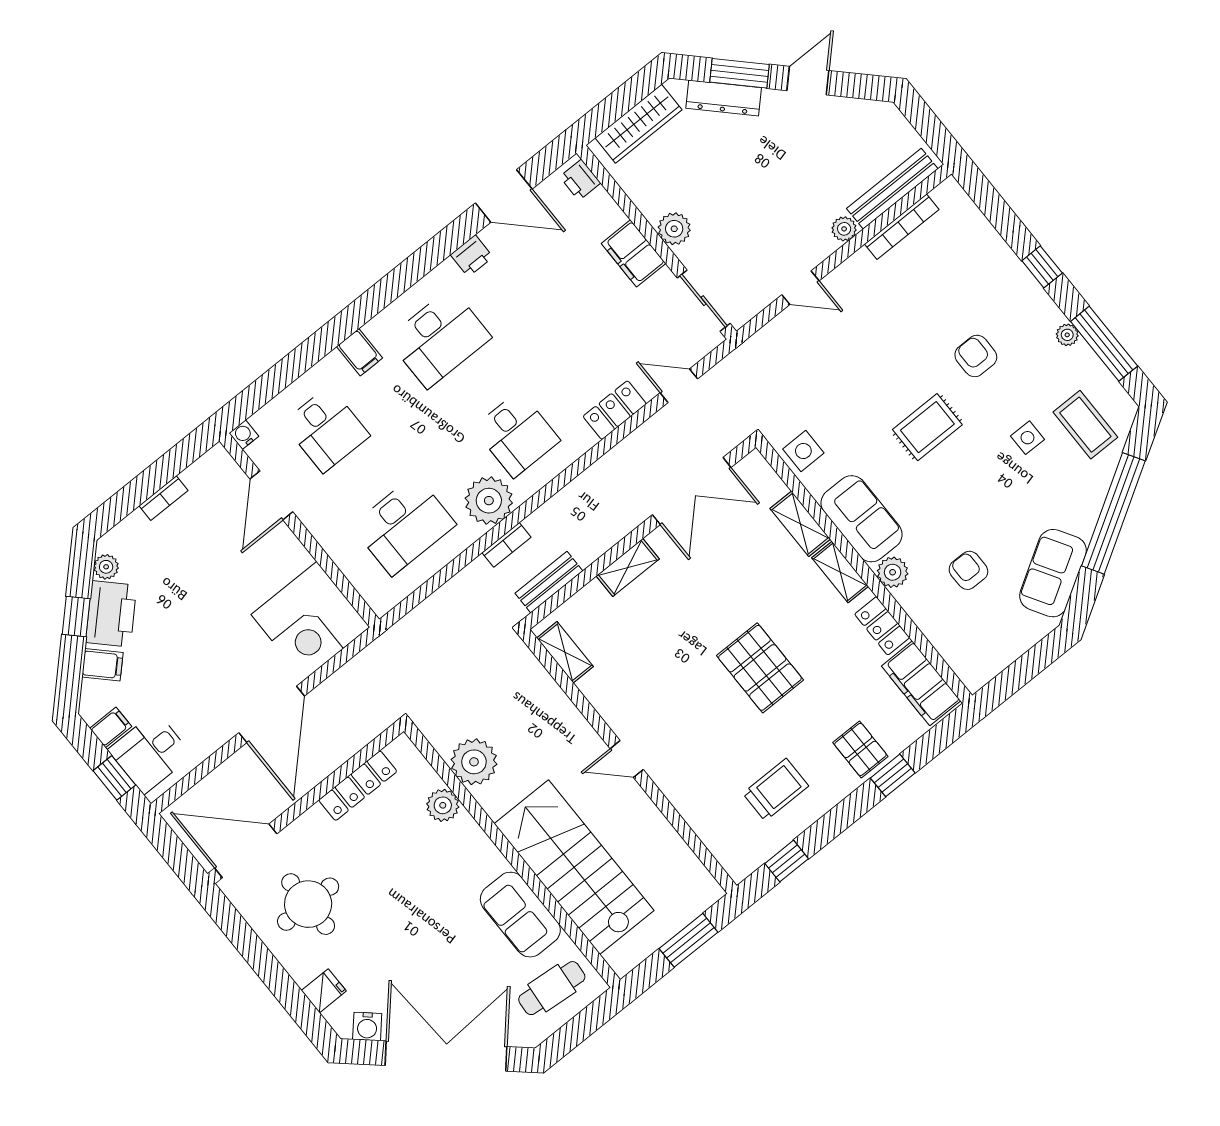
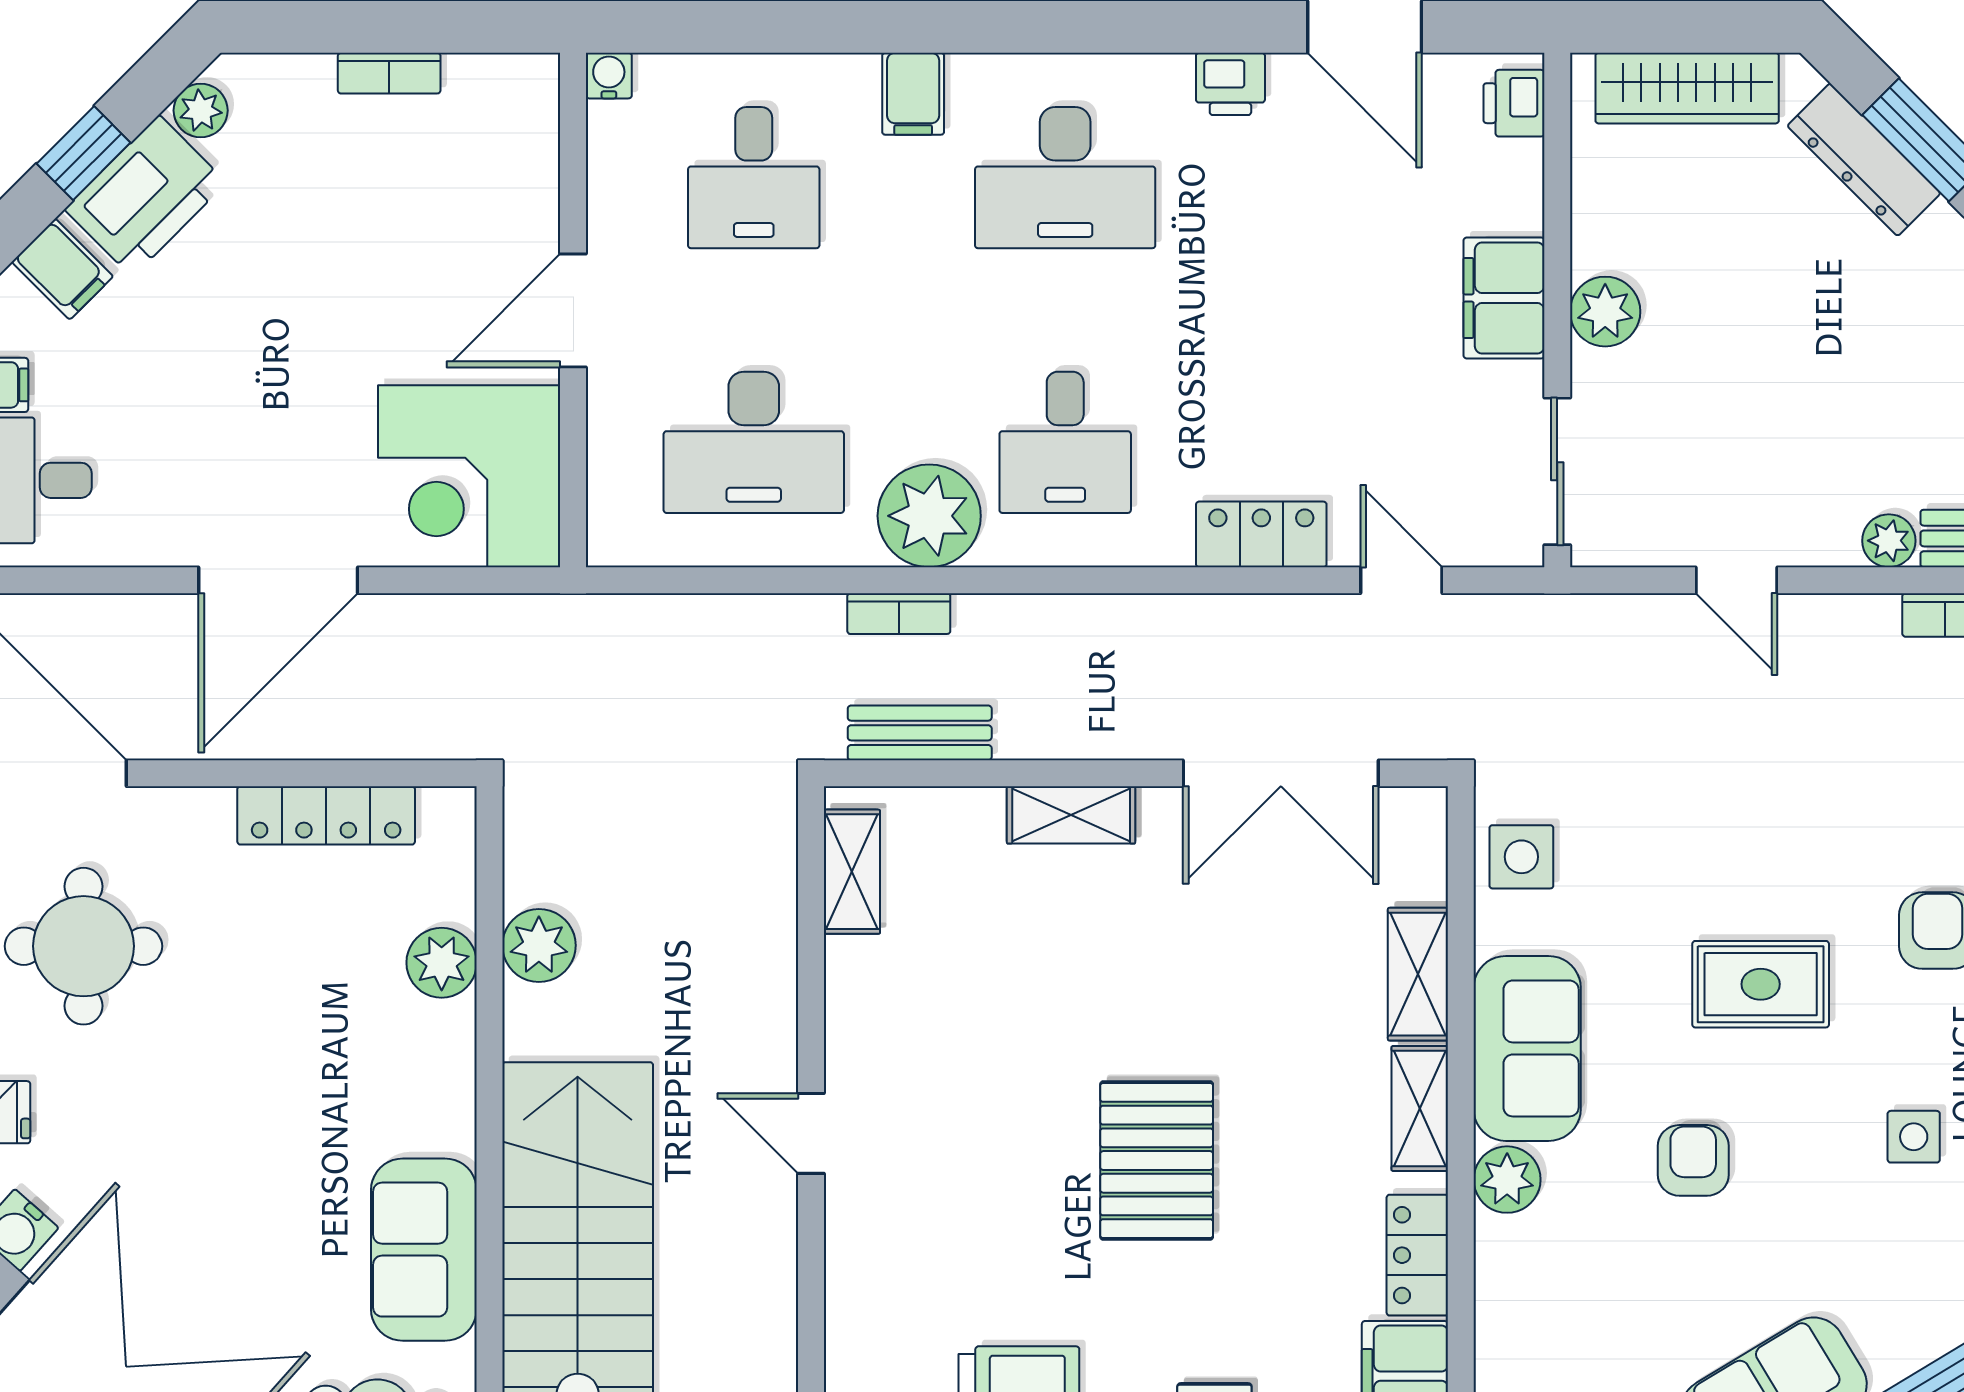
door: (271, 495) -> (573, 310), moved
armchair: (968, 570) -> (1693, 1160), moved
plant: (474, 762) -> (539, 945), width x0.73, depth x0.73

